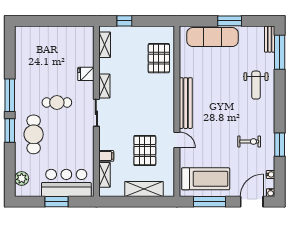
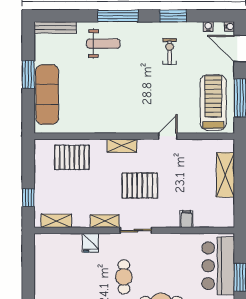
bench: (270, 39) -> (55, 28), width x1.36
window: (280, 52) -> (118, 16), moved
bench: (186, 103) -> (125, 126), removed
pallet: (145, 151) -> (140, 185), moved
shelving: (105, 175) -> (122, 146), moved

